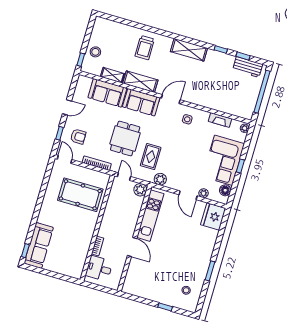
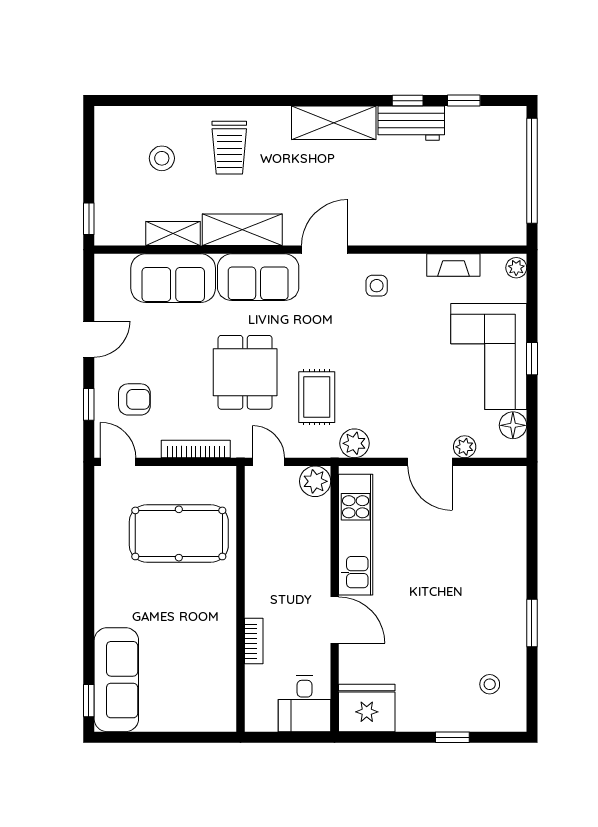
stool: (95, 52) -> (162, 158), moved
workbench: (248, 67) -> (411, 123), moved
fridge: (213, 216) -> (367, 708), moved, turned 90
desk: (99, 268) -> (304, 704), moved, turned -90

